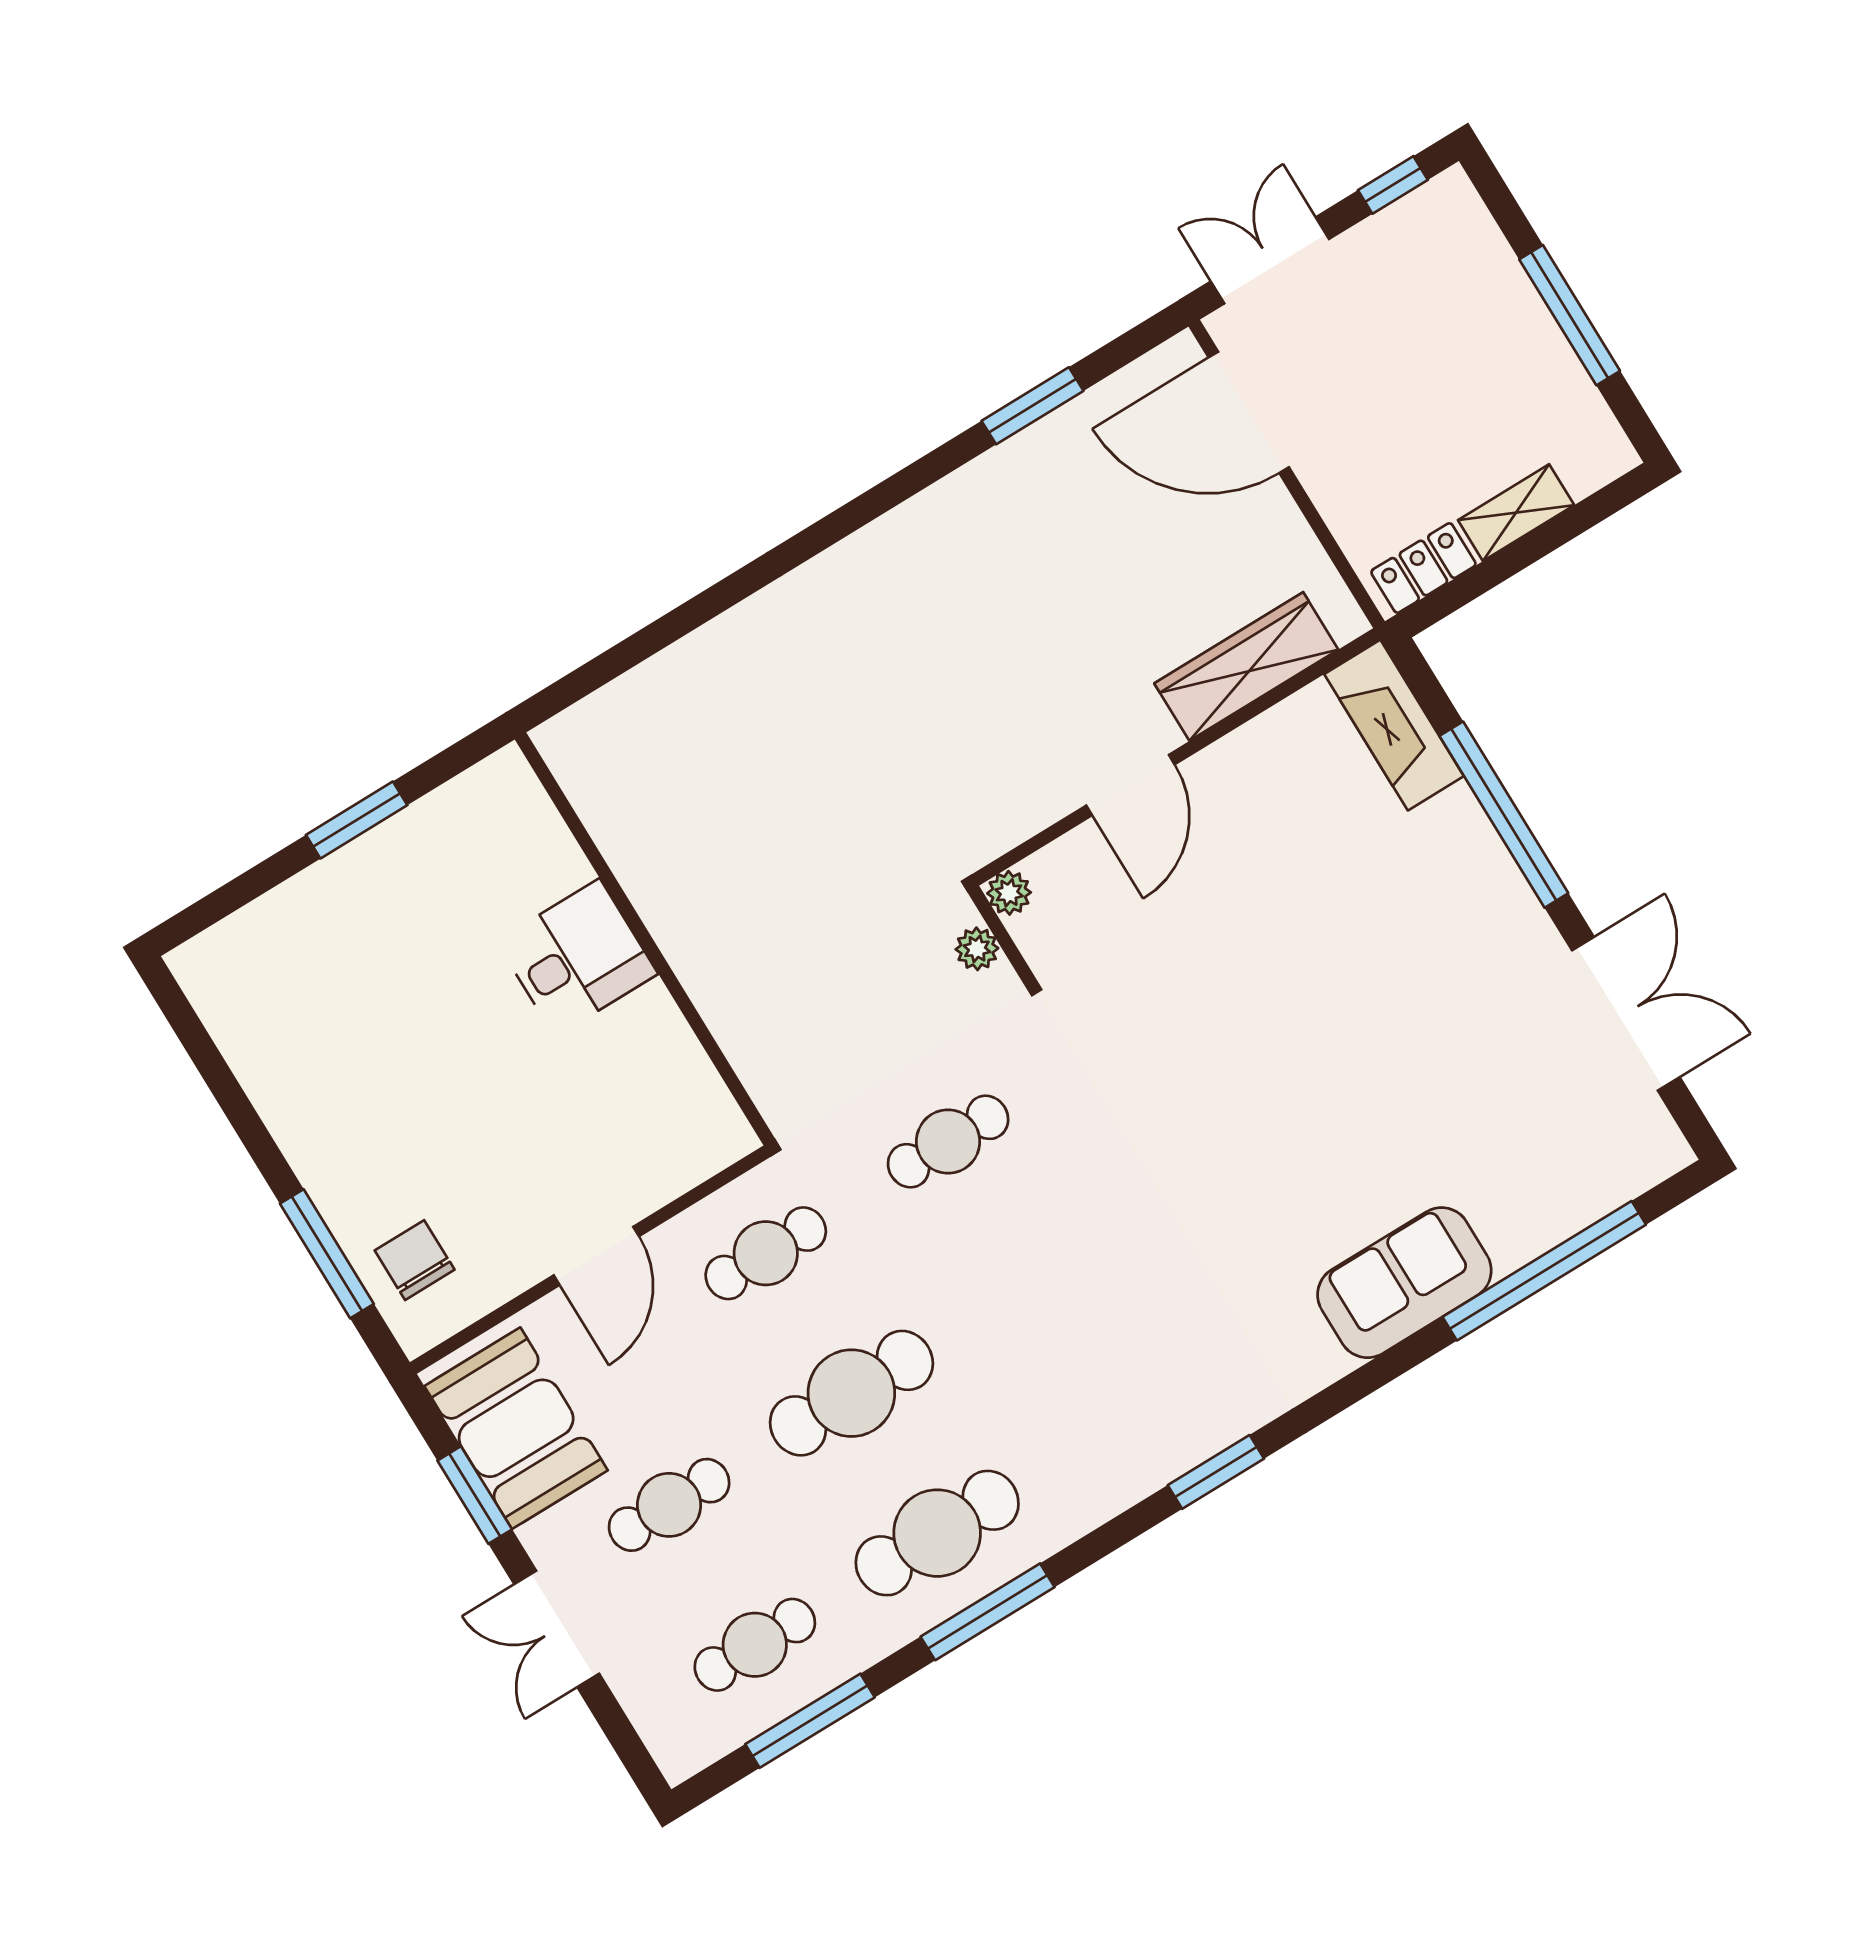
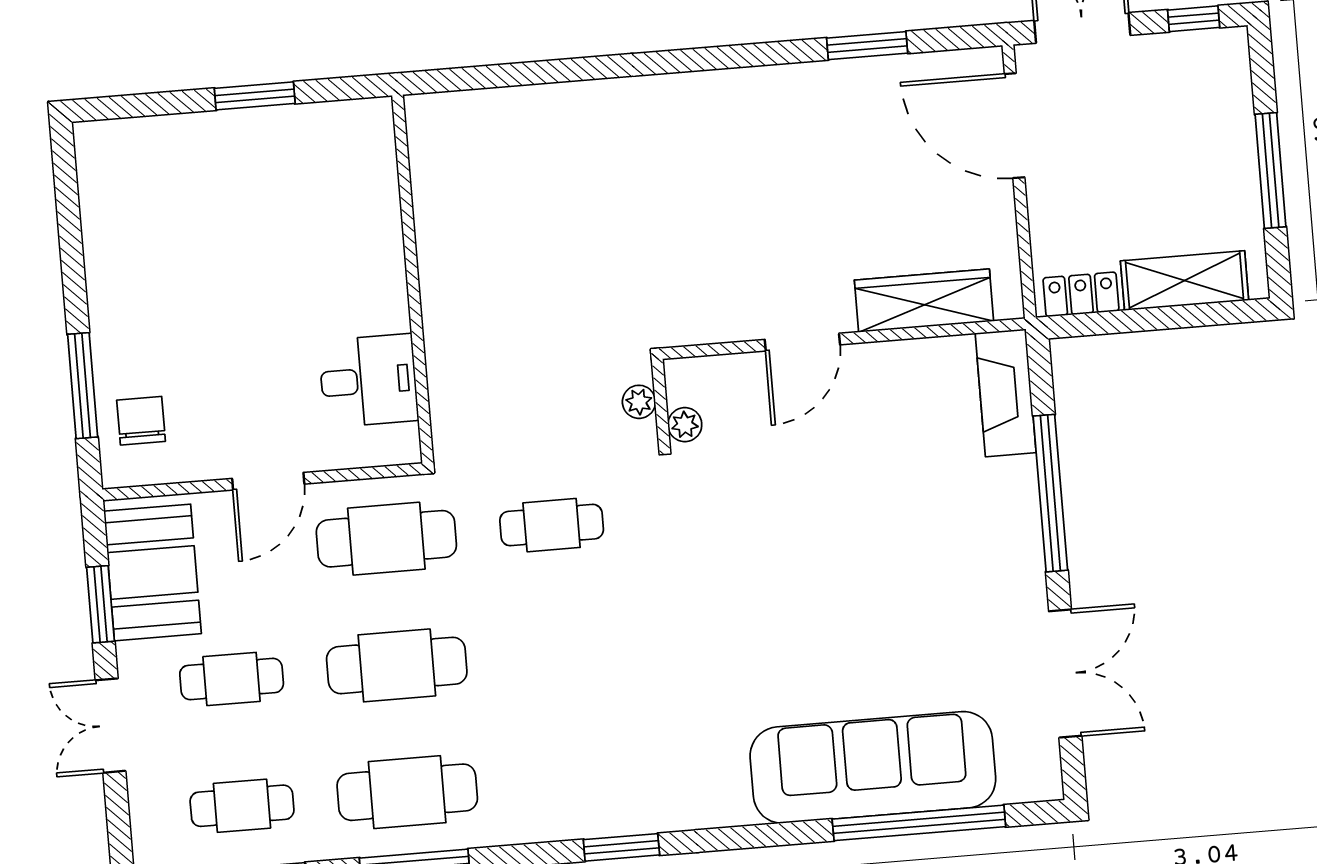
shelving: (1516, 513) -> (1185, 281), width x1.50, depth x1.33
plant: (1009, 893) -> (685, 425), moved
desk: (577, 958) -> (369, 381), moved
cafe table: (766, 1253) -> (386, 539), width x1.37, depth x1.35
sofa: (1404, 1283) -> (873, 767), width x1.85, depth x1.27

